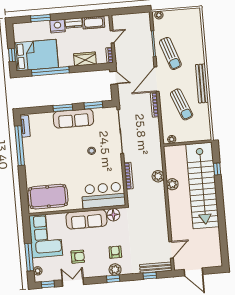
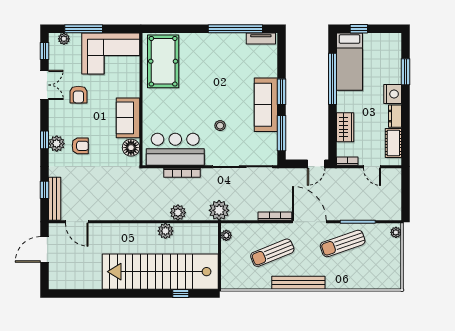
bed: (36, 55) -> (349, 62), width x0.67
window: (93, 105) -> (281, 133), width x1.44
plant: (154, 146) -> (219, 210), added
bar counter: (103, 195) -> (175, 149), moved, turned -90
sofa: (86, 219) -> (128, 118), width x0.73

